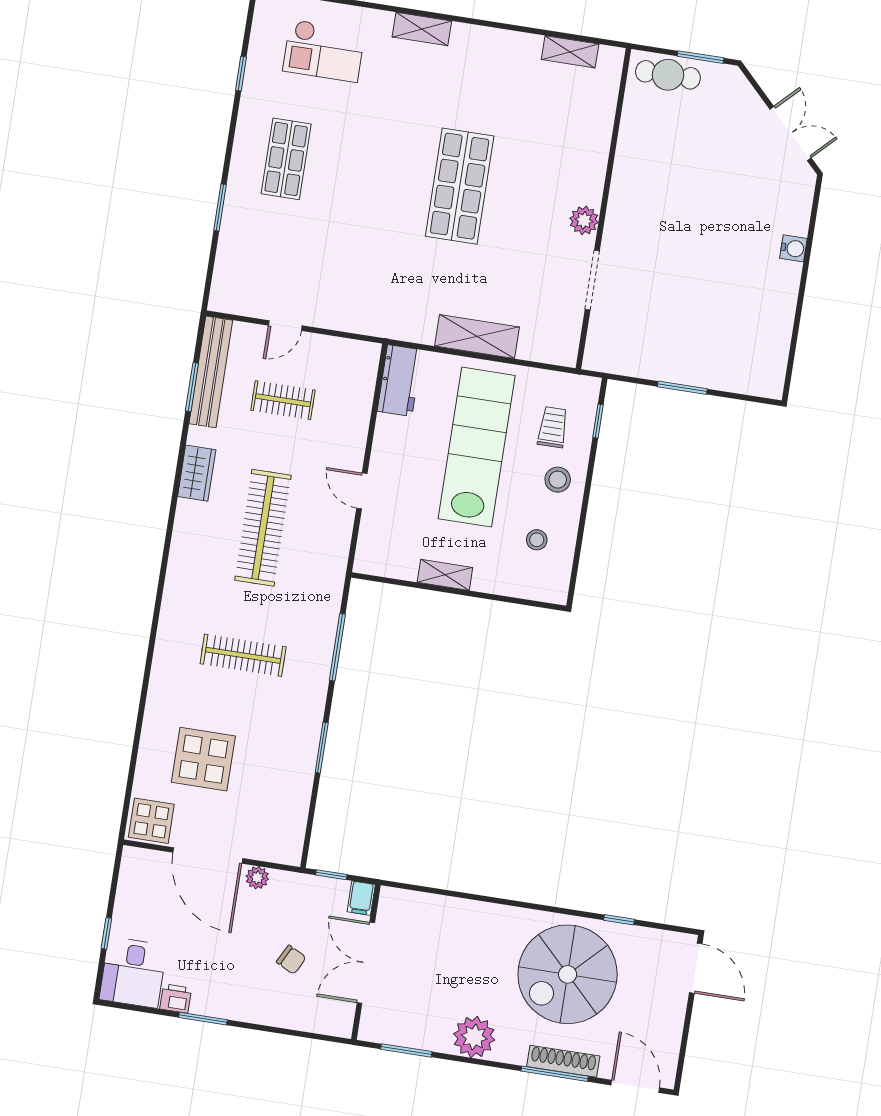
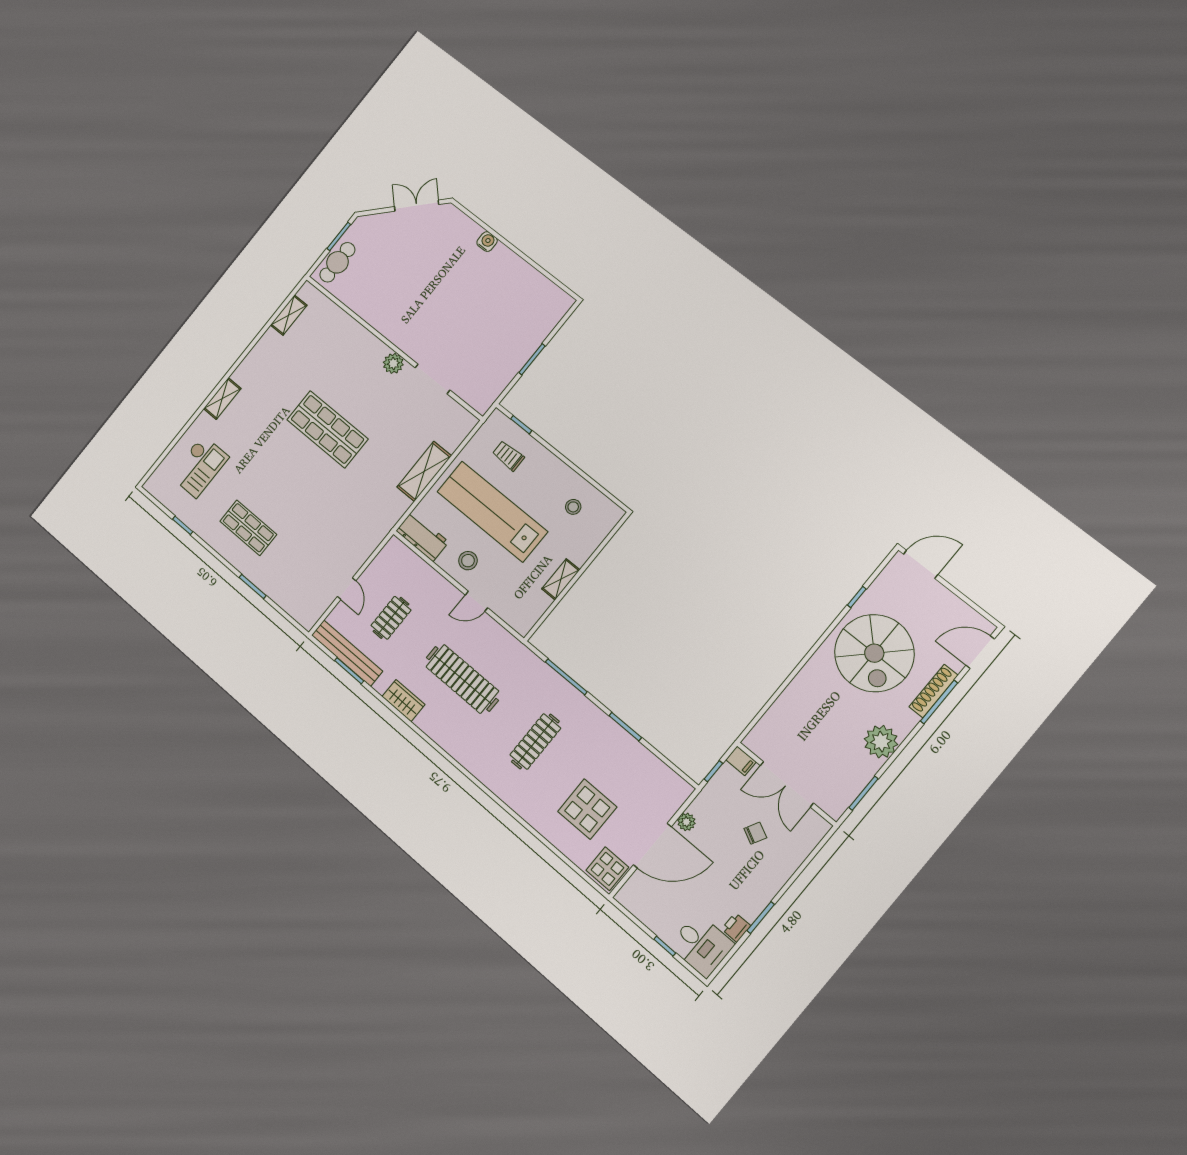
stool: (558, 480) -> (468, 561), moved

